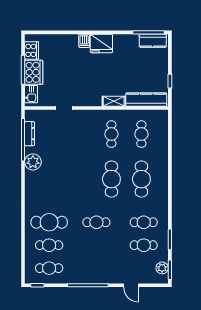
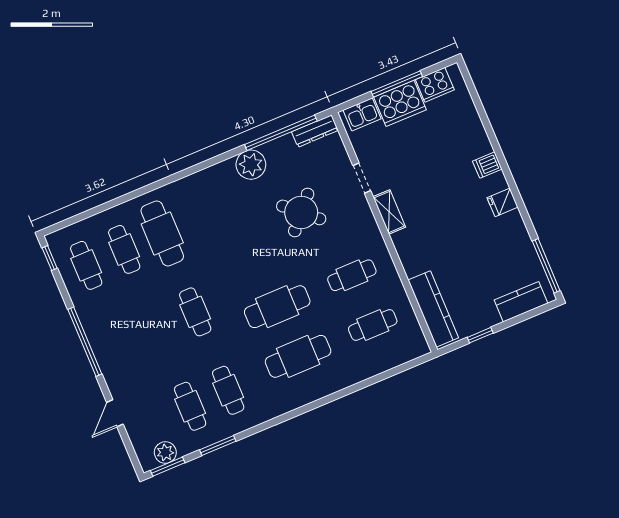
kitchen counter: (153, 41) -> (521, 302), moved, turned 90
fridge: (101, 43) -> (503, 202), width x0.53, depth x0.75
shelving: (114, 101) -> (389, 212), moved
dresser: (30, 134) -> (315, 131), moved
round table: (68, 146) -> (301, 212), added

